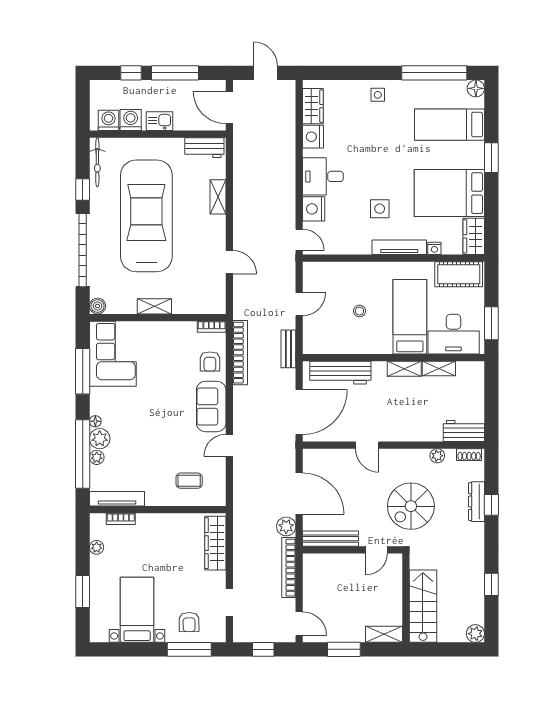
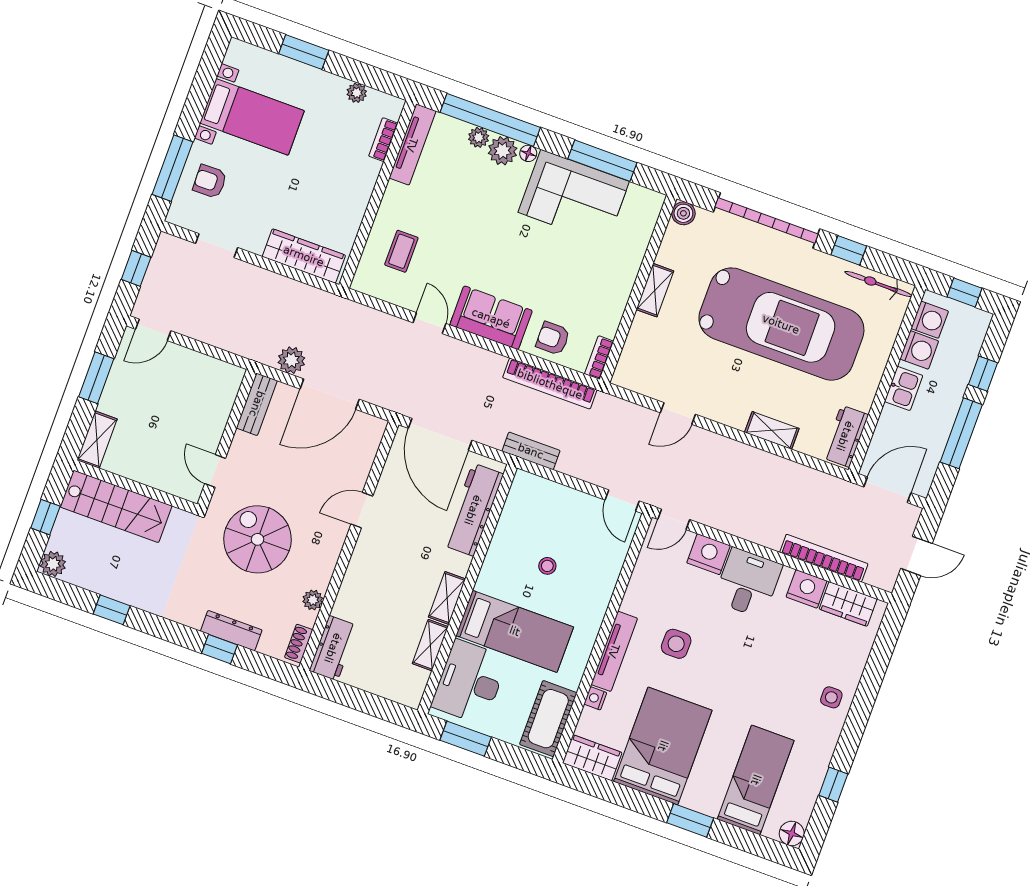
window: (434, 73) -> (833, 785), width x0.32
window: (83, 104) -> (964, 293), added
door: (299, 304) -> (622, 501), moved
corner sofa: (113, 354) -> (574, 197), moved
bench: (331, 539) -> (257, 404), width x0.73
bookcase: (289, 568) -> (824, 558), moved
window: (447, 649) -> (45, 517), added

